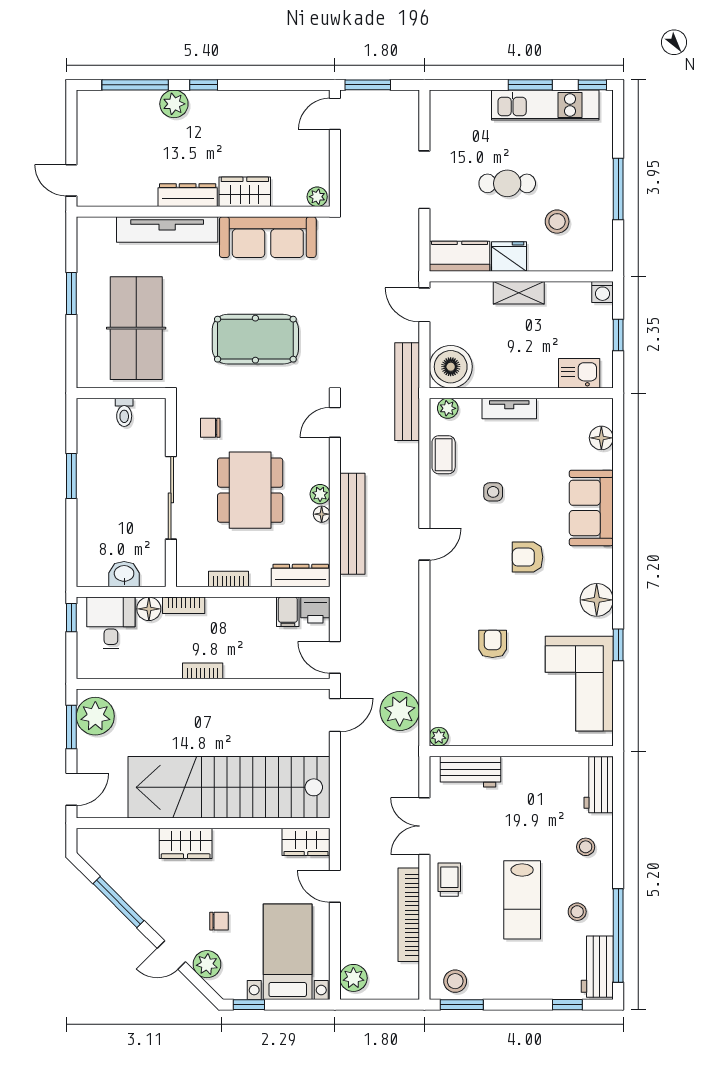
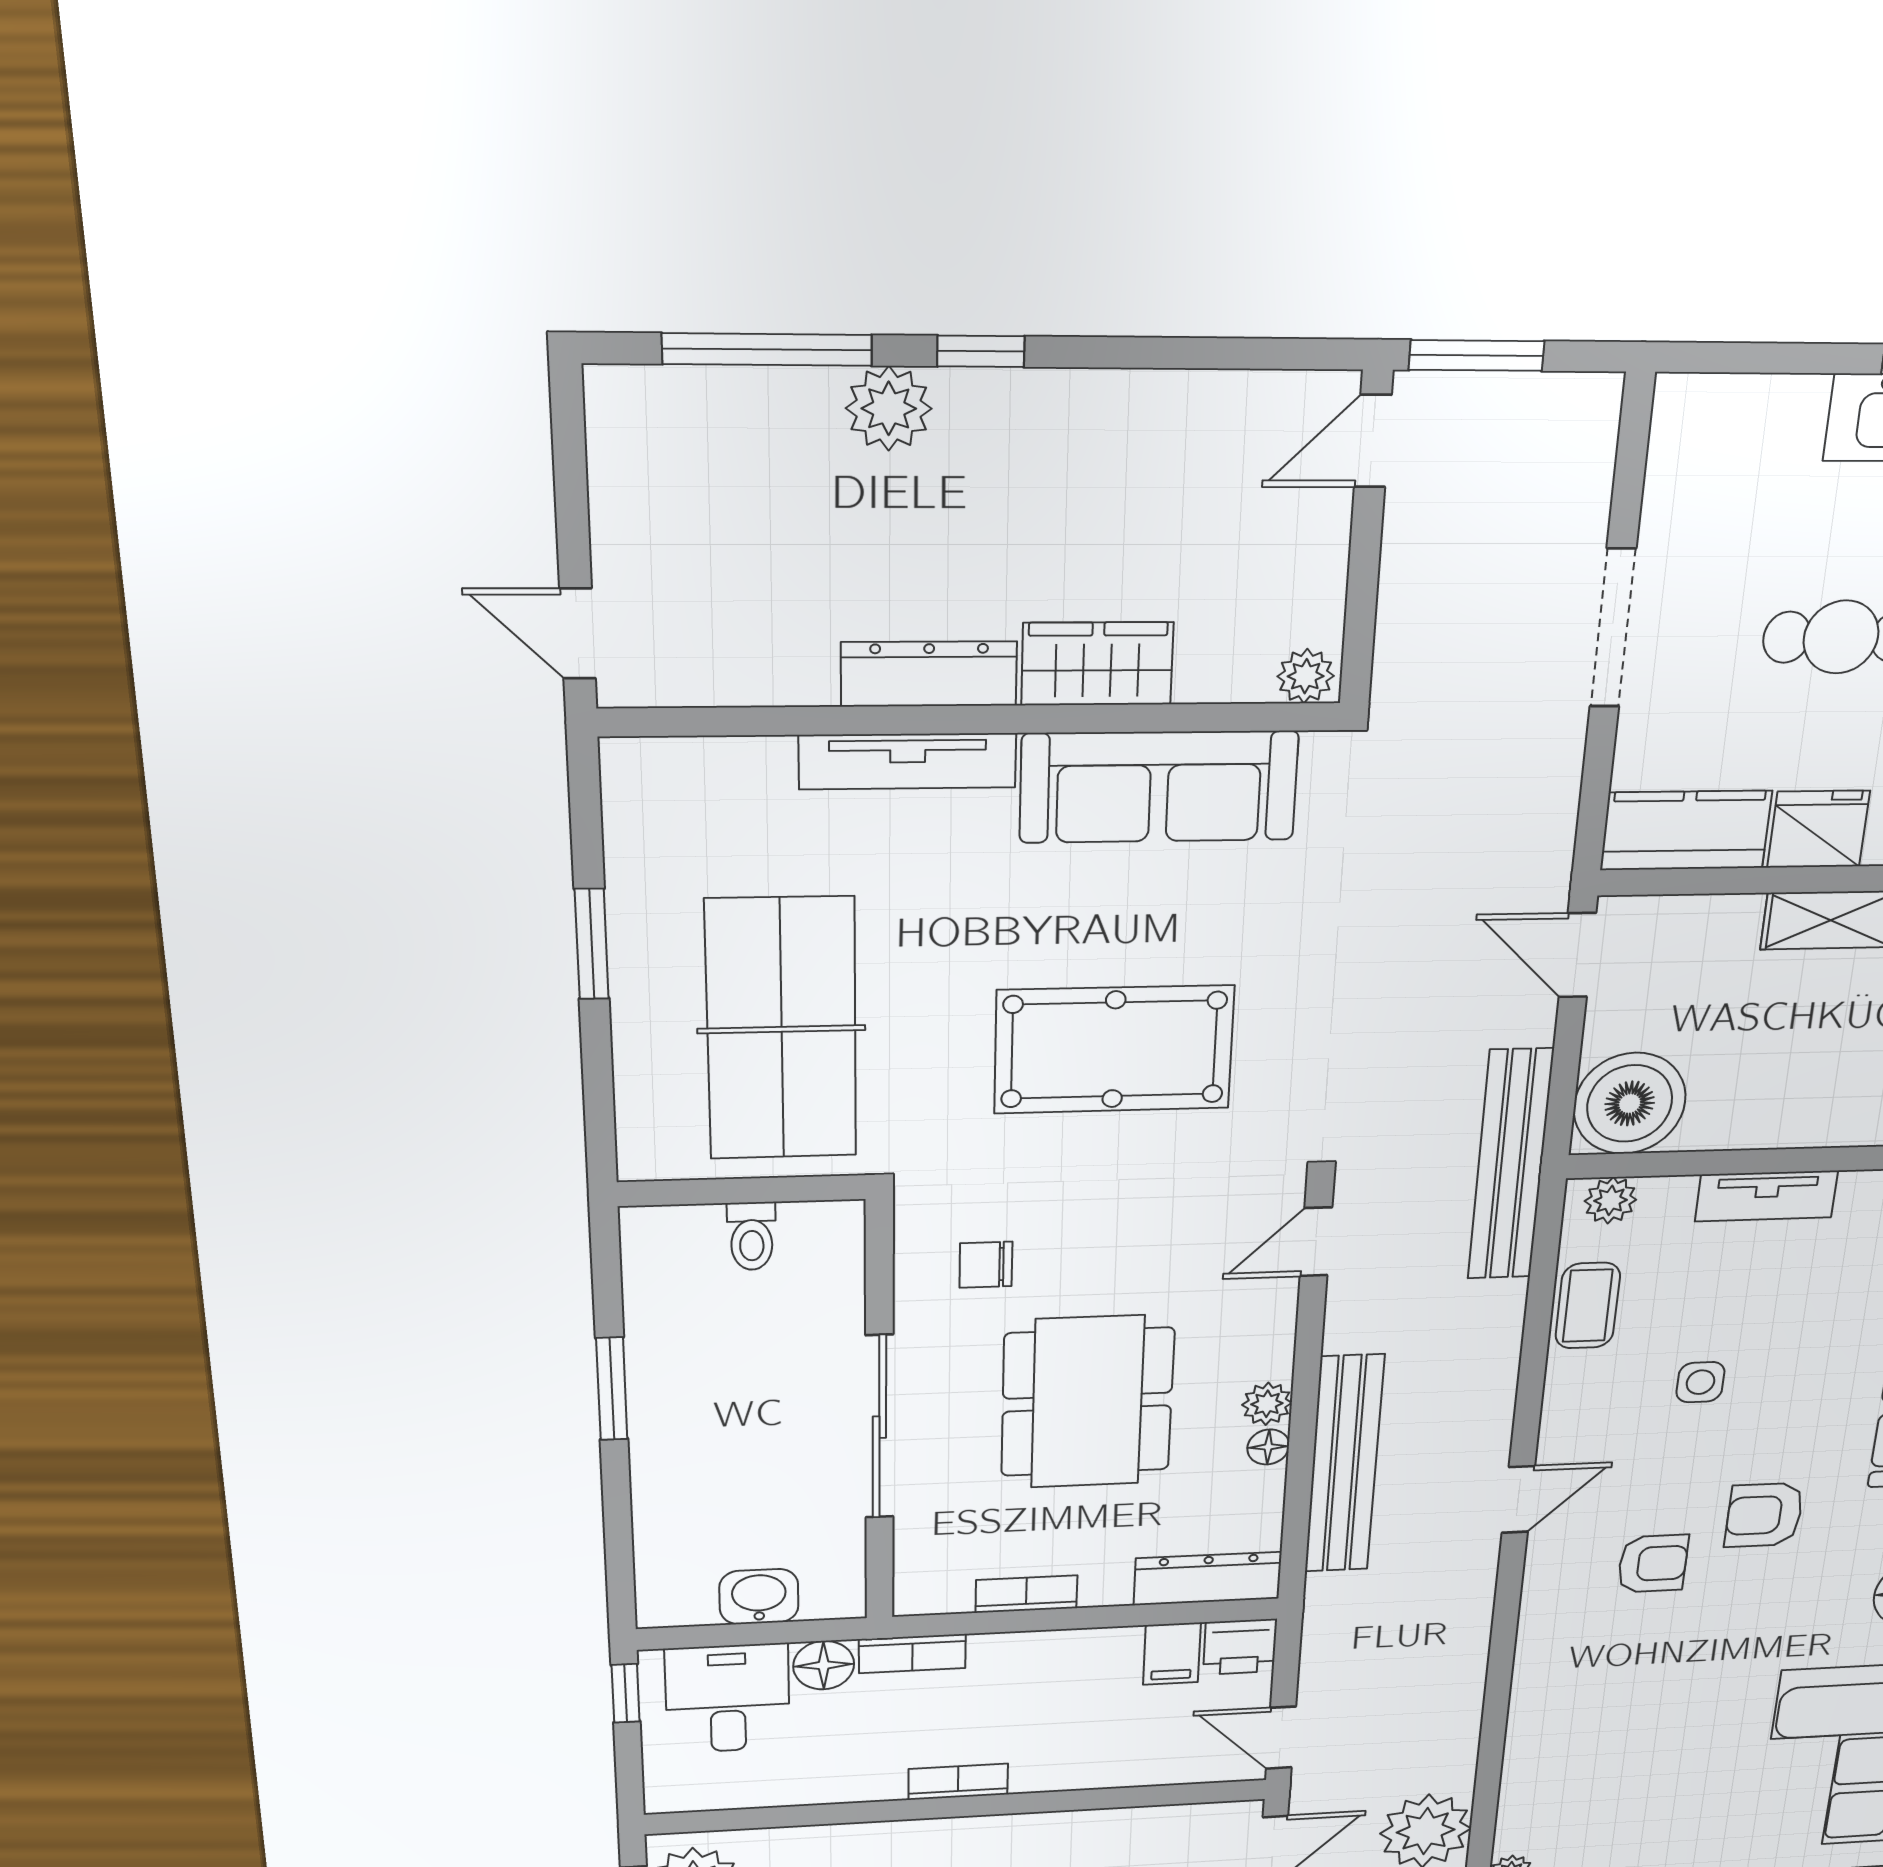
tv unit: (167, 230) -> (908, 761), width x0.73, depth x0.78
armchair: (493, 644) -> (1653, 1564), moved, turned 90

